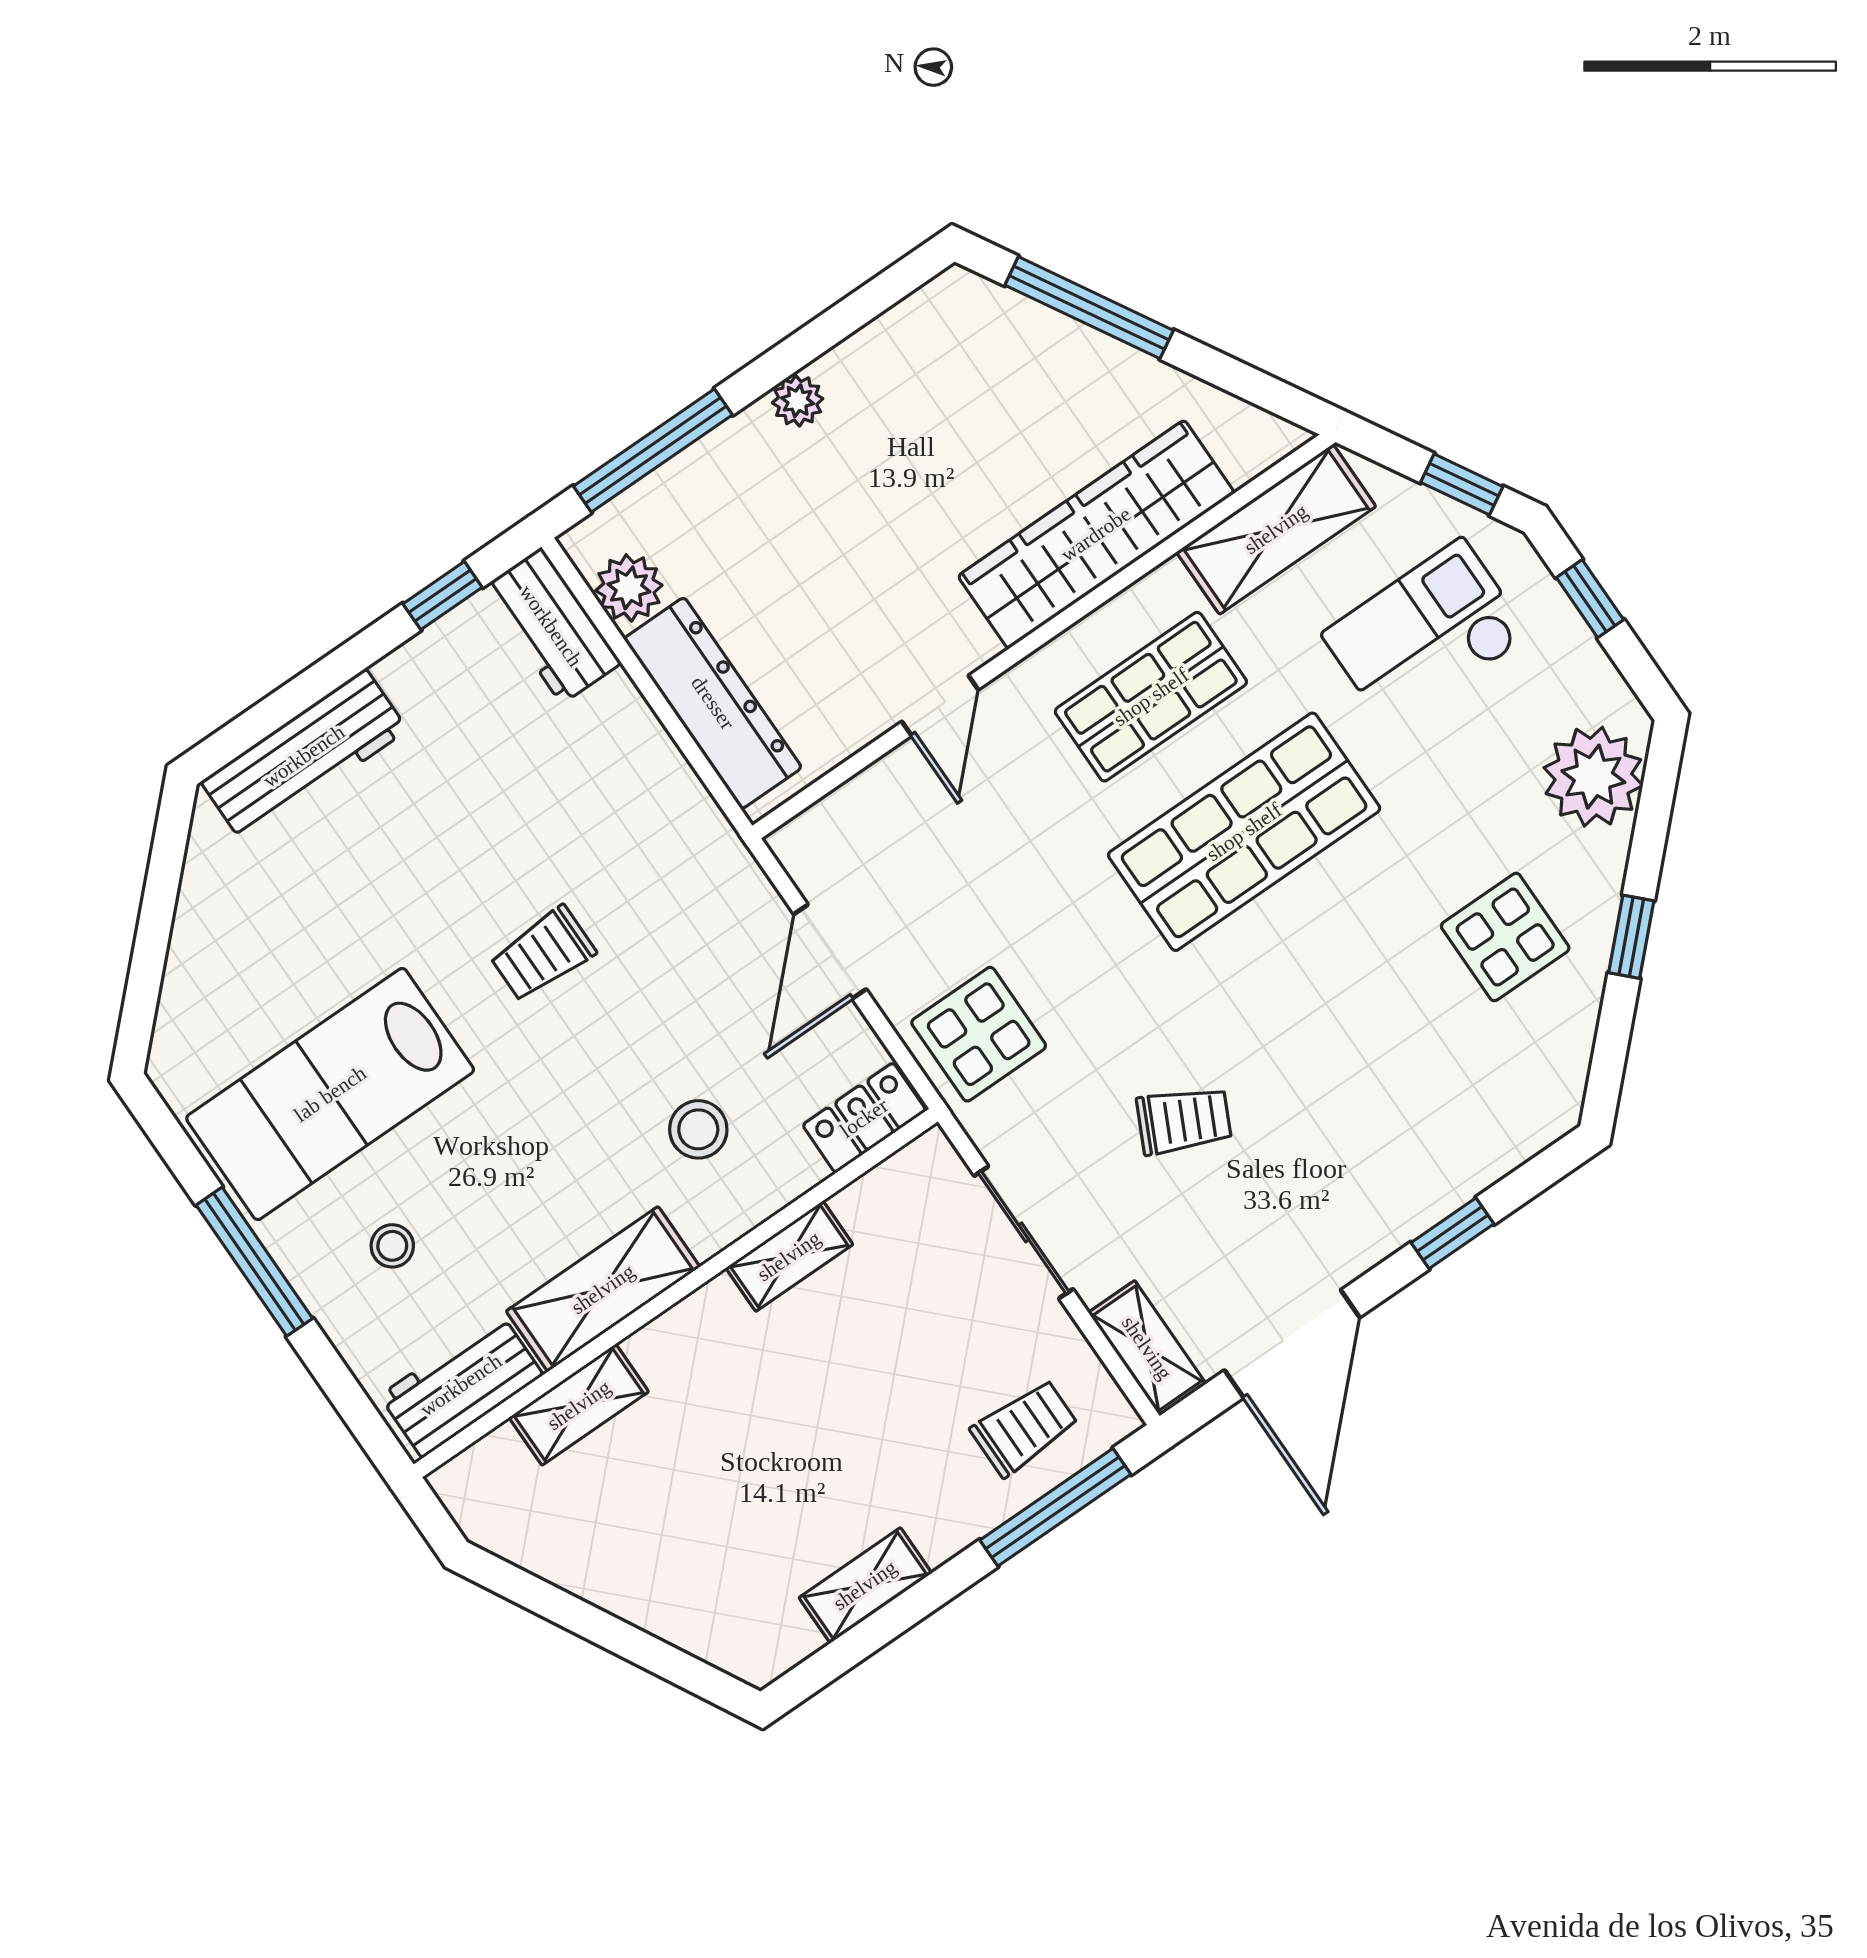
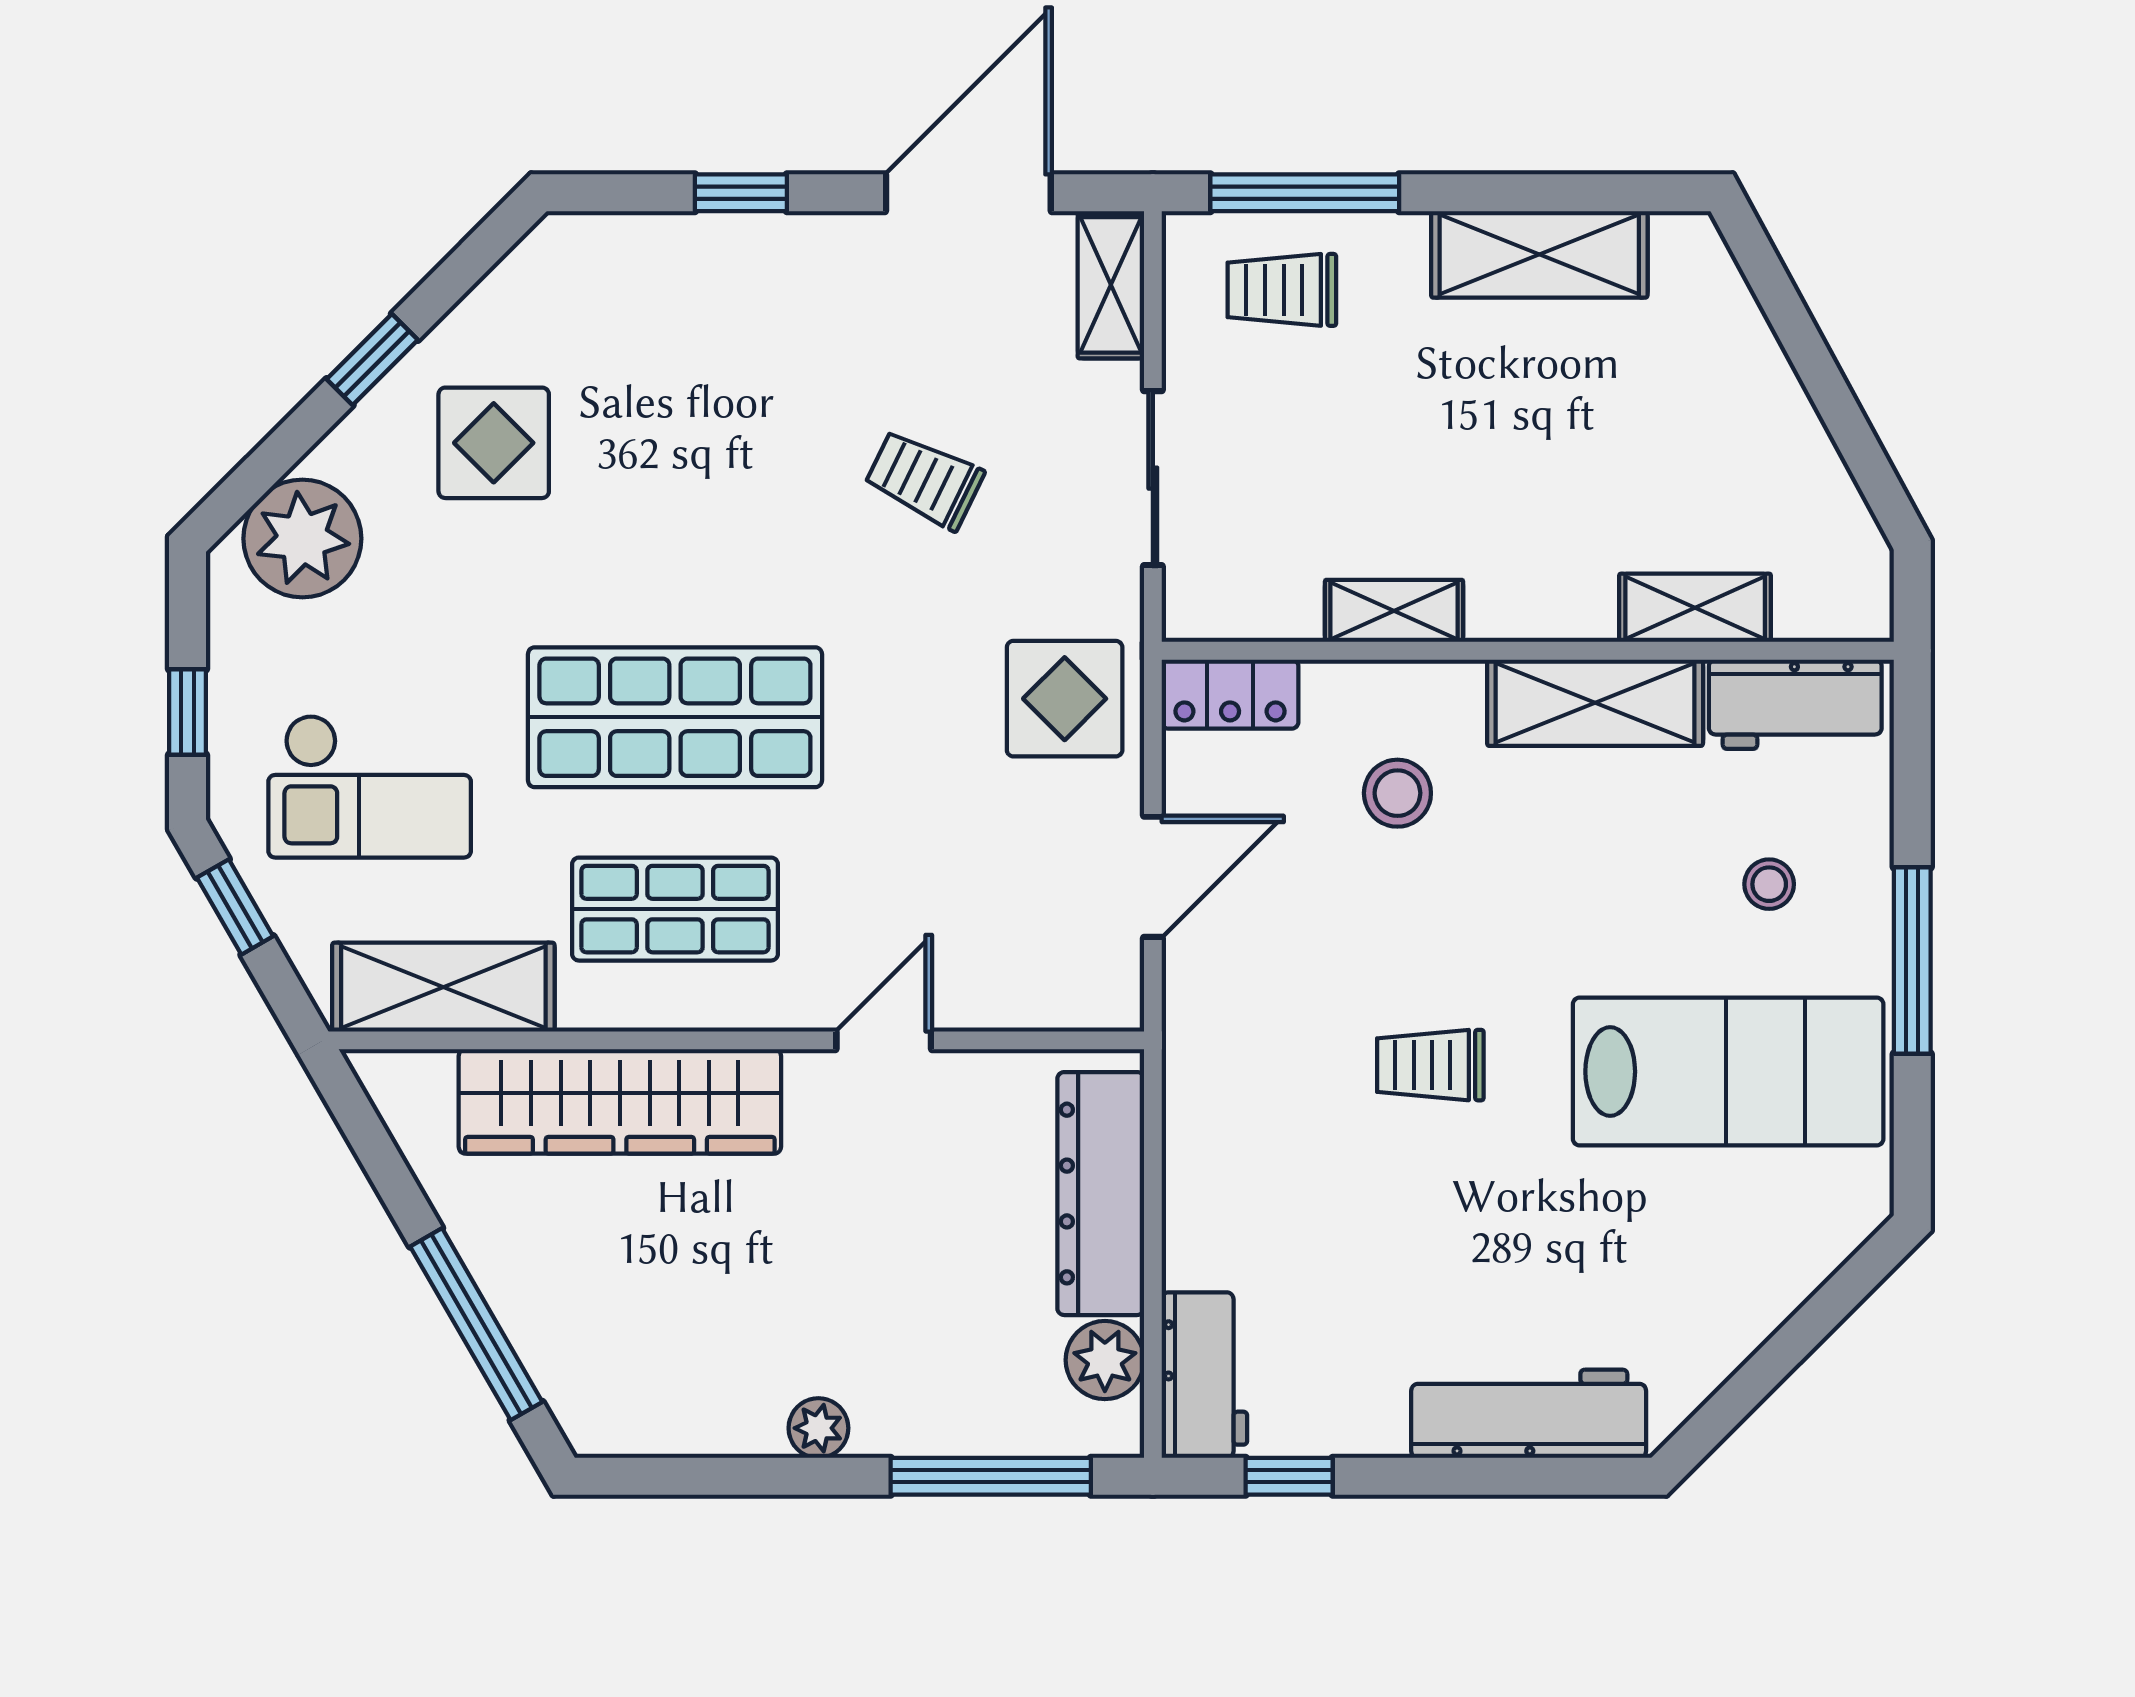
trolley: (543, 954) -> (1430, 1065), turned 180
shelving: (865, 1585) -> (1539, 254), width x1.50, depth x1.33

